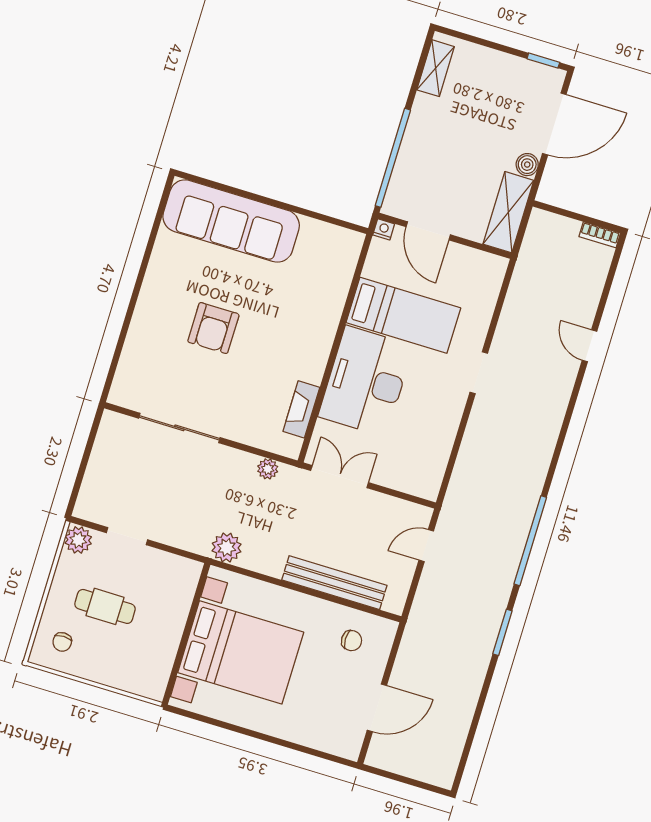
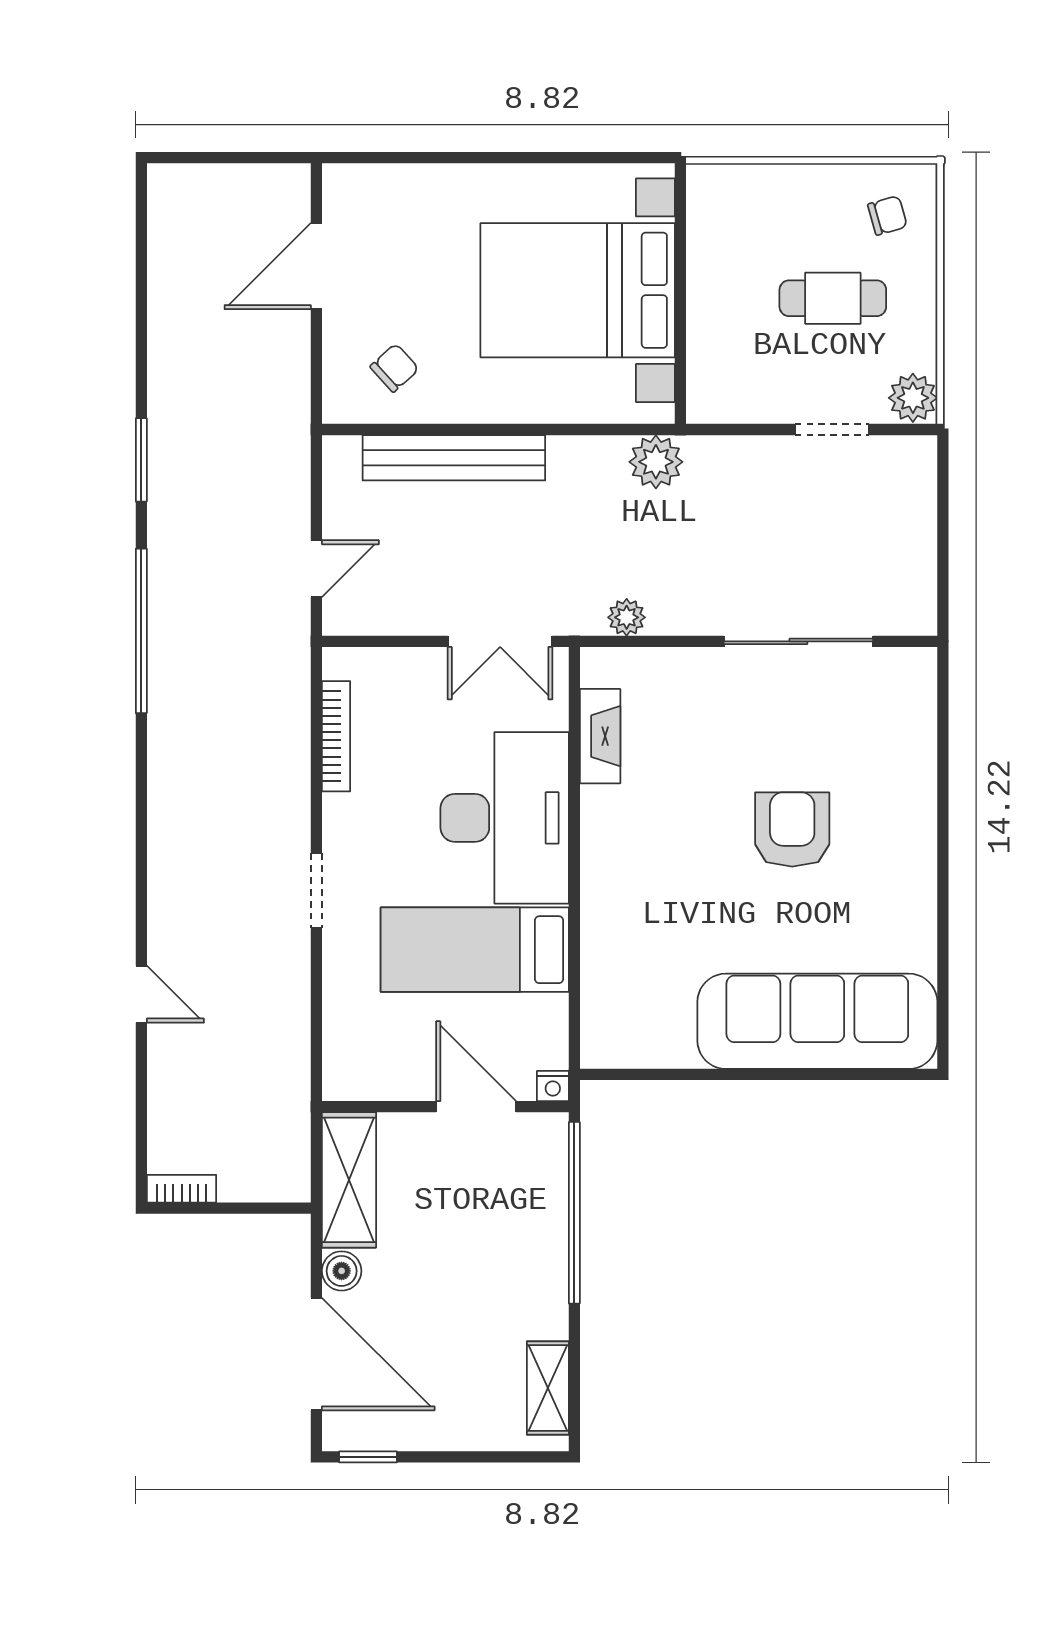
door: (554, 124) -> (316, 1354), swing flipped
bookcase: (443, 452) -> (336, 736), added
chair: (352, 641) -> (394, 368), turned 138
chair: (62, 642) -> (887, 215), turned 74

